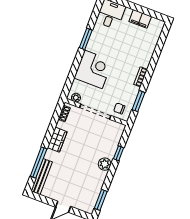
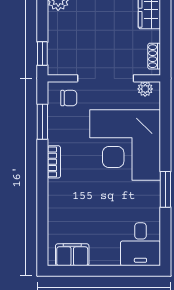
filing cabinet: (140, 19) -> (72, 255), moved
corner desk: (93, 69) -> (125, 145), width x1.36, depth x1.36
window: (119, 153) -> (42, 54), moved

